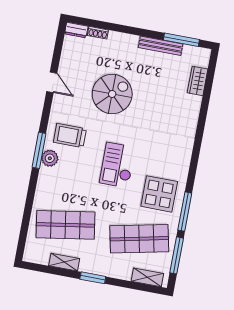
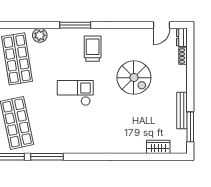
door: (52, 82) -> (162, 25), moved
plant: (50, 158) -> (40, 35), moved
display table: (159, 194) -> (58, 133), removed

